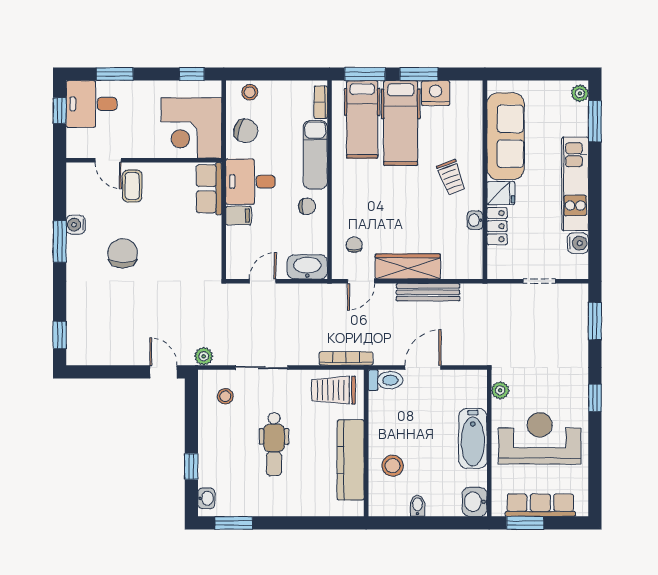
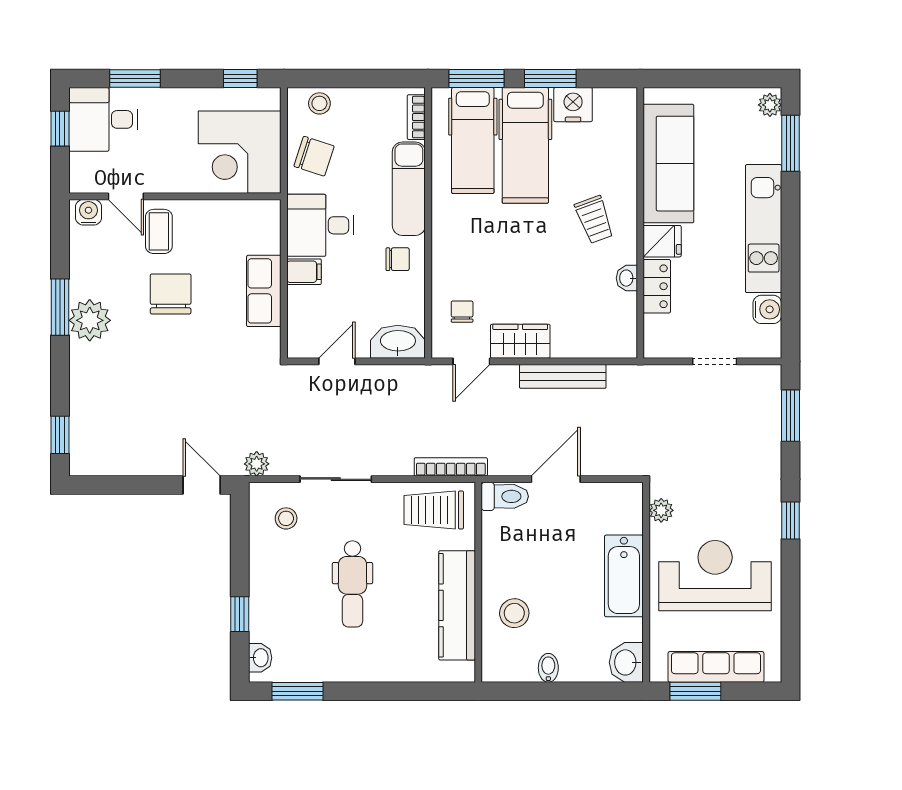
row of seats: (209, 189) -> (264, 291), moved
water cooler: (76, 225) -> (88, 212), moved, turned 90
plant: (81, 251) -> (90, 320), added
chair: (123, 253) -> (171, 294), moved
wardrobe: (408, 266) -> (520, 341), width x0.67

